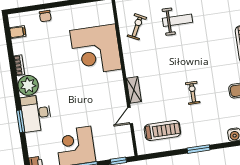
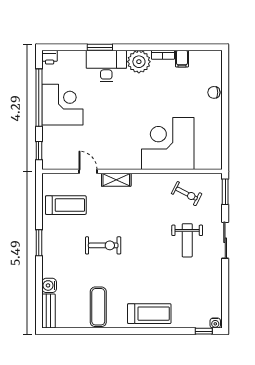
filing cabinet: (18, 32) -> (182, 59), moved
exercise bike: (193, 93) -> (103, 245), width x1.38, depth x1.39
treadmill: (162, 131) -> (66, 205), turned -90

